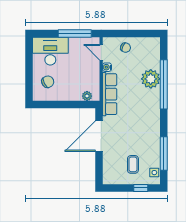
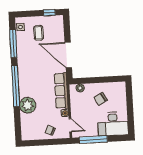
chair: (48, 82) -> (101, 99), moved
window: (164, 84) -> (16, 86), moved
door: (99, 136) -> (68, 55), swing flipped
window: (141, 188) -> (49, 13), moved

